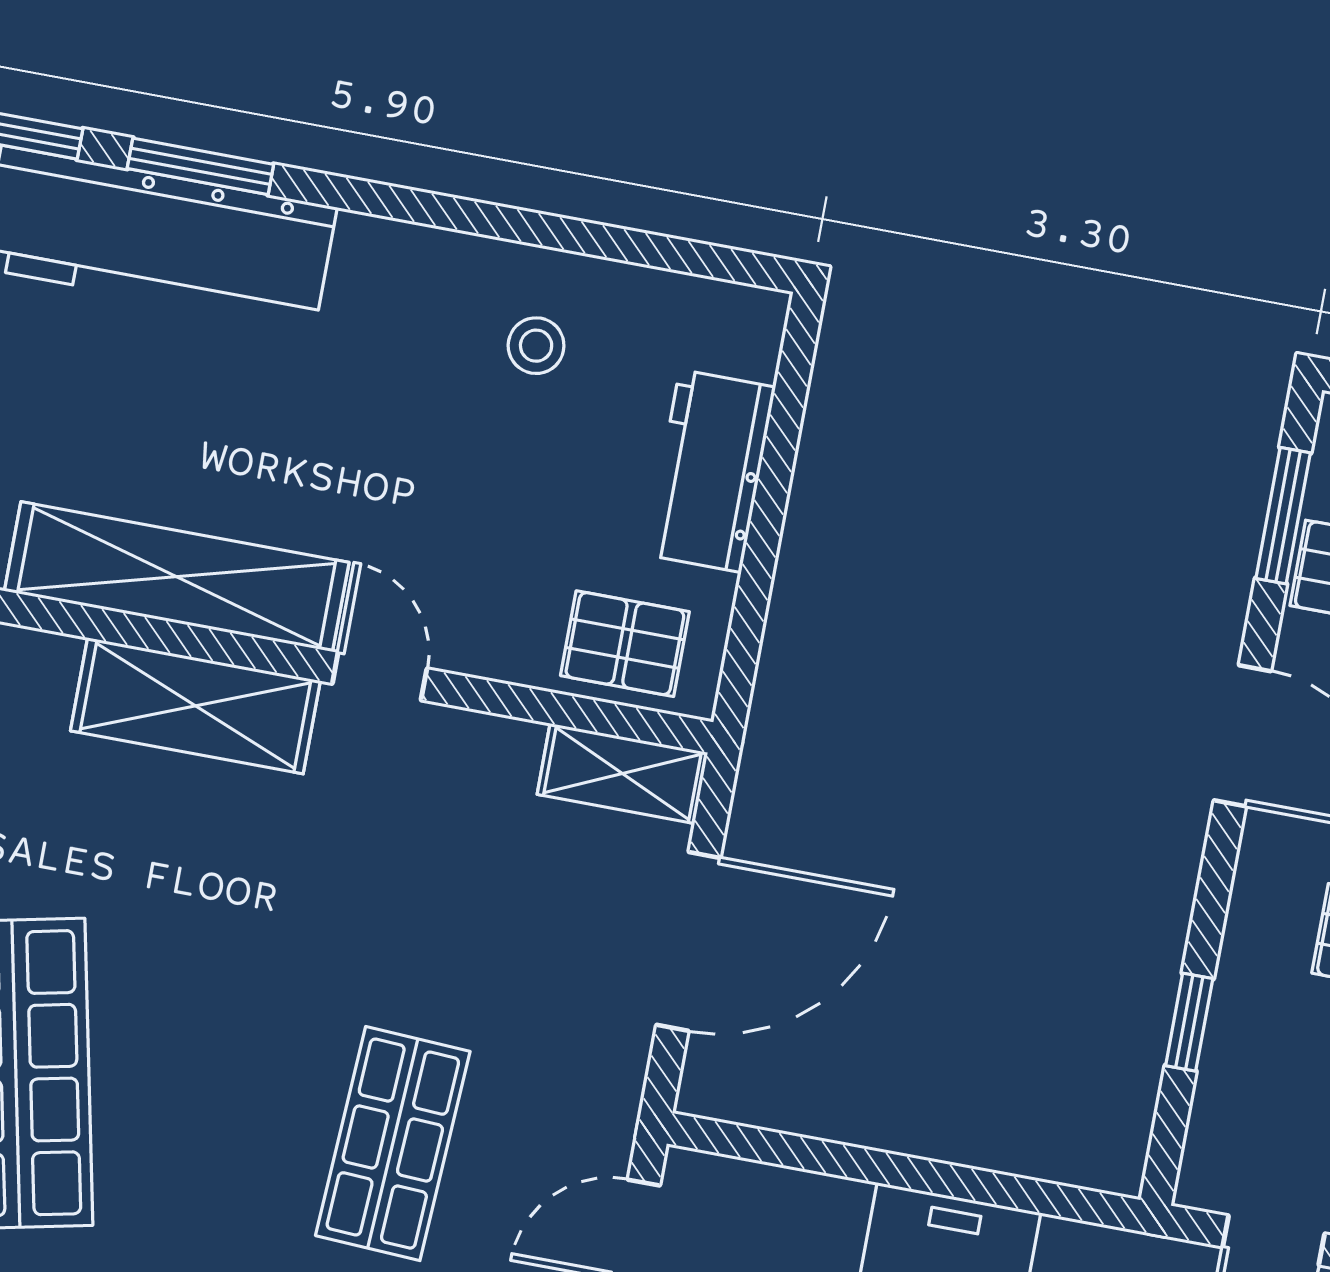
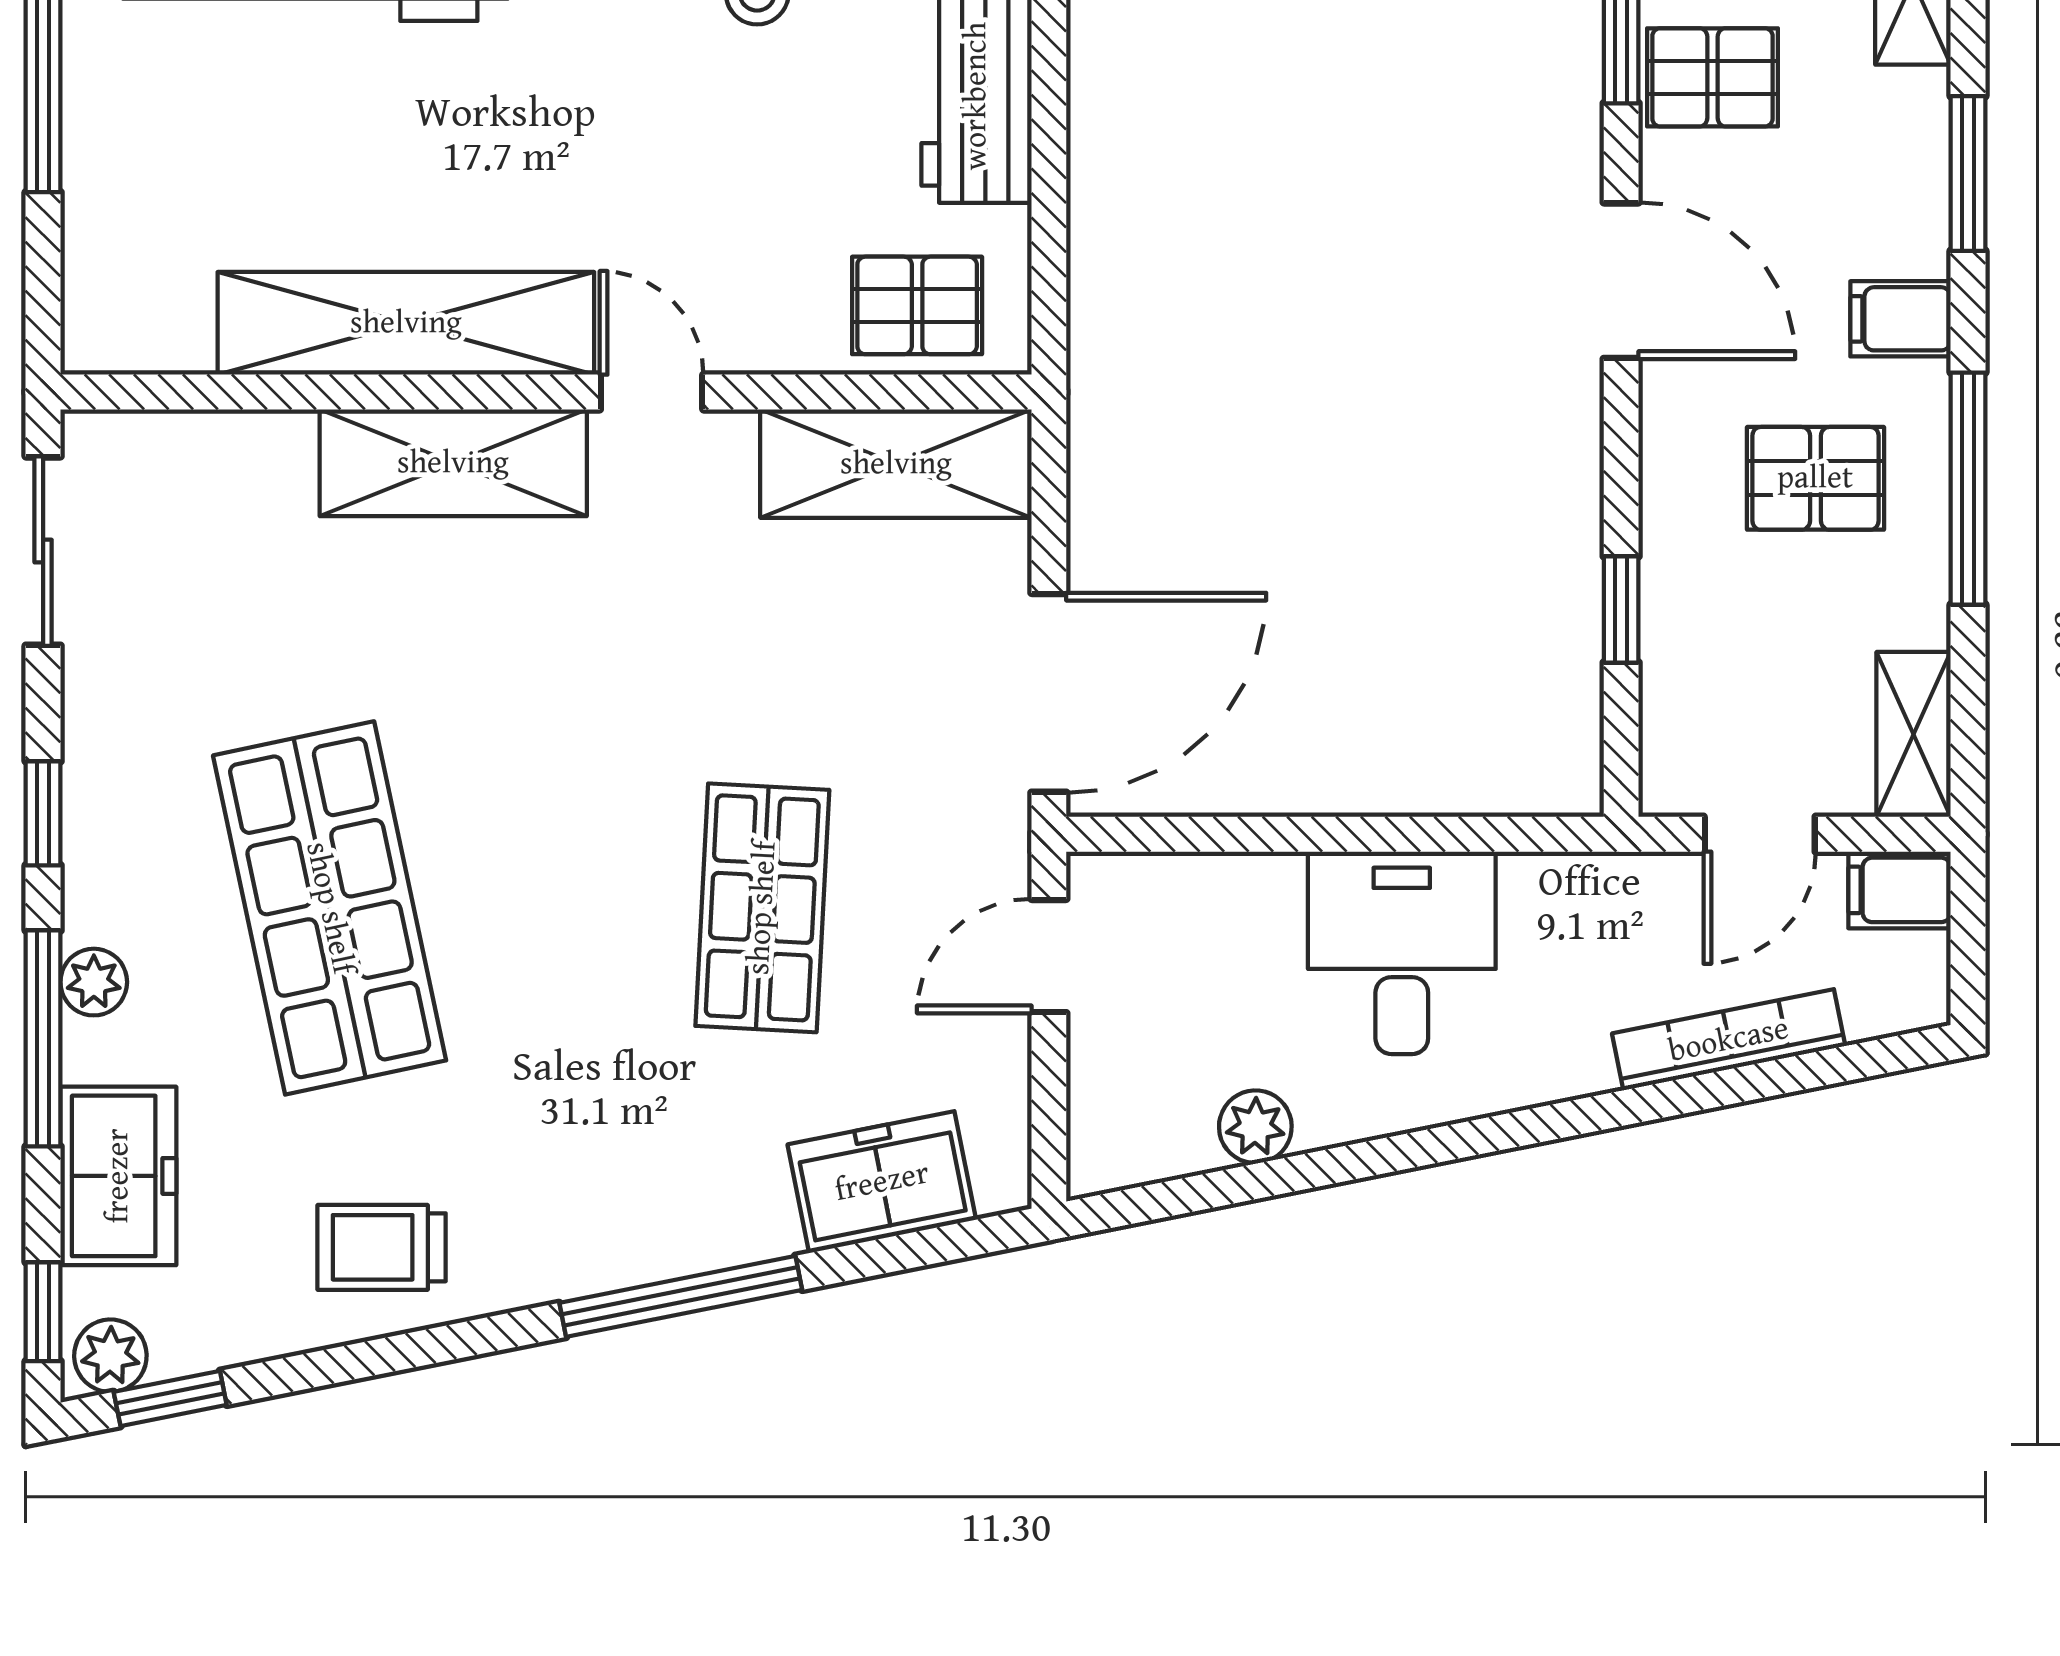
shelving: (622, 773) -> (896, 464), width x1.50, depth x1.33
door: (688, 941) -> (1049, 693), moved

